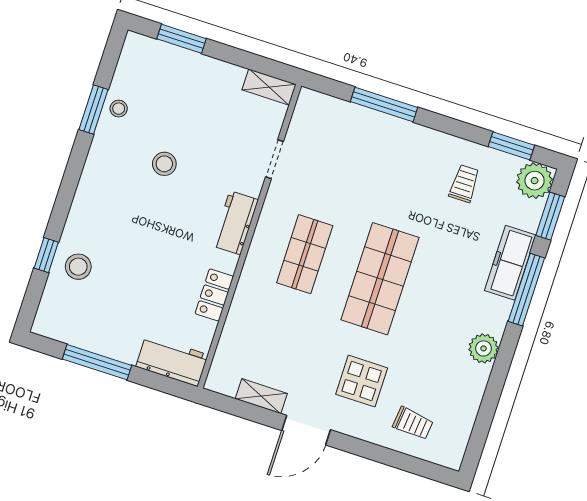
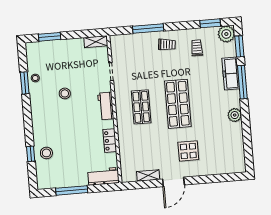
trolley: (413, 423) -> (167, 45), moved

